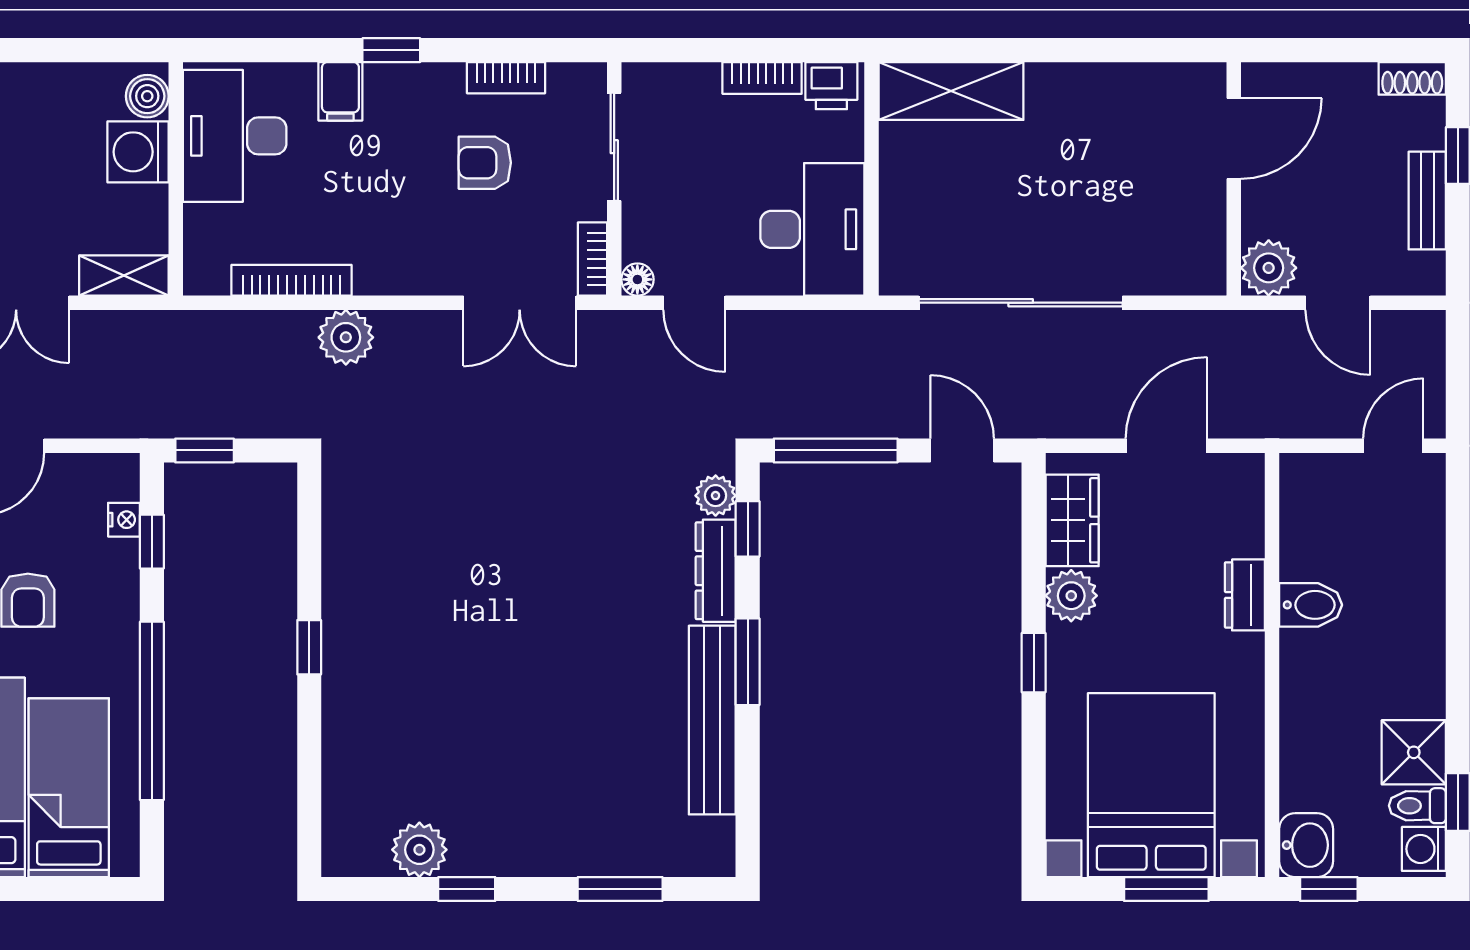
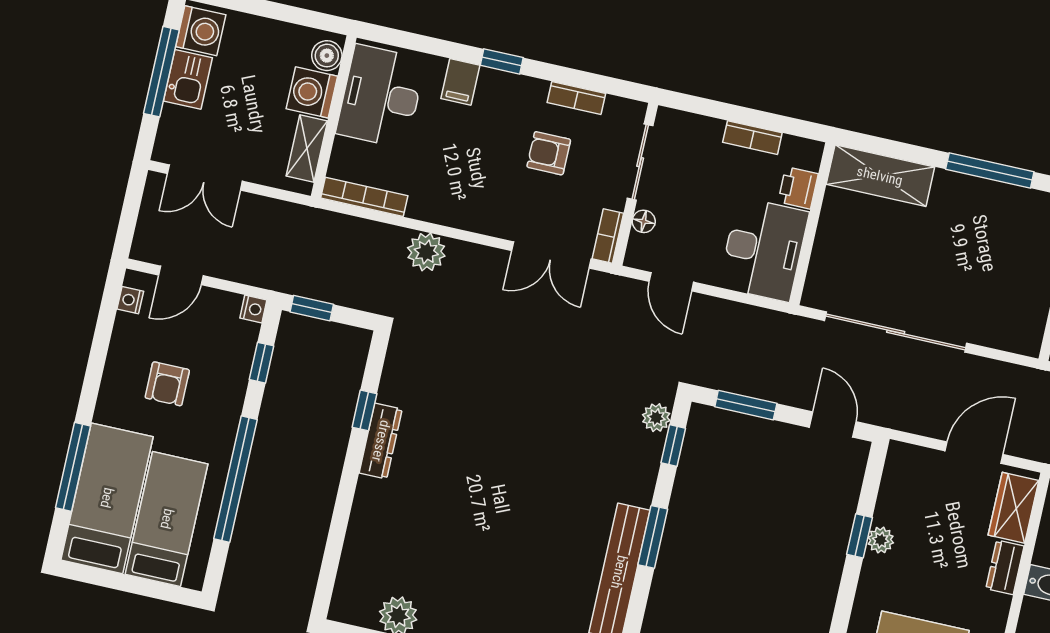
window: (1101, 50) -> (990, 171), added
printer: (831, 86) -> (798, 188), moved, turned 90
shelving: (124, 275) -> (307, 148), moved, turned 90
floor lamp: (637, 279) -> (644, 221), moved
bookcase: (292, 280) -> (364, 197), moved
window: (836, 450) -> (746, 405), width x0.69
nightstand: (124, 520) -> (253, 309), moved
wardrobe: (1072, 520) -> (1014, 508), moved, turned 180
dresser: (716, 571) -> (381, 441), moved, turned 180
plant: (1071, 596) -> (881, 540), width x0.73, depth x0.73
window: (309, 647) -> (364, 410), moved
window: (1034, 663) -> (859, 536), moved

